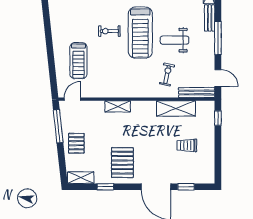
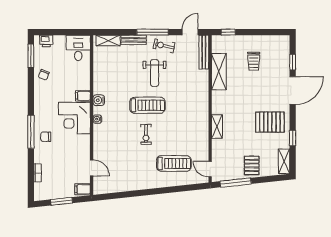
treadmill: (140, 33) -> (147, 105), width x0.73, depth x0.73
exercise bike: (167, 75) -> (164, 46), moved
pallet: (76, 143) -> (252, 165), turned 90

